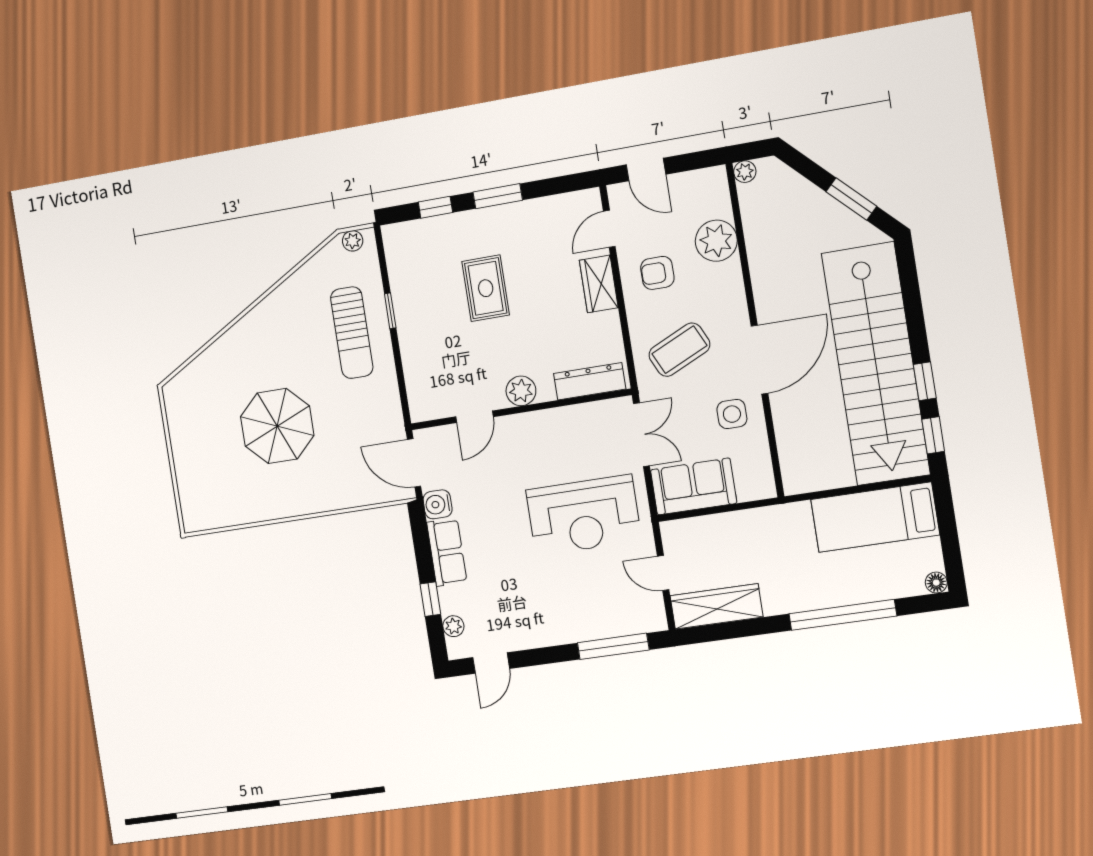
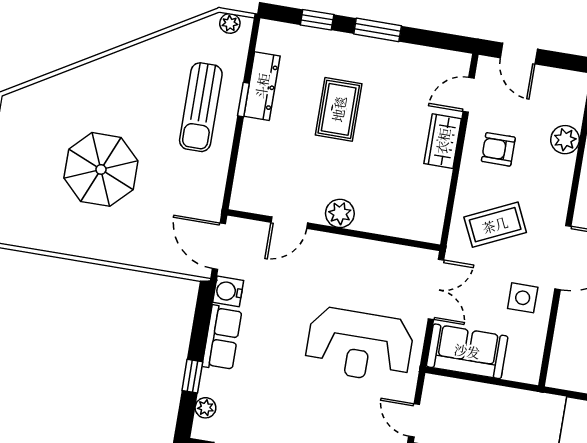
plant: (716, 241) -> (565, 140), width x0.73, depth x0.73
dresser: (590, 381) -> (262, 86), moved, turned 90

